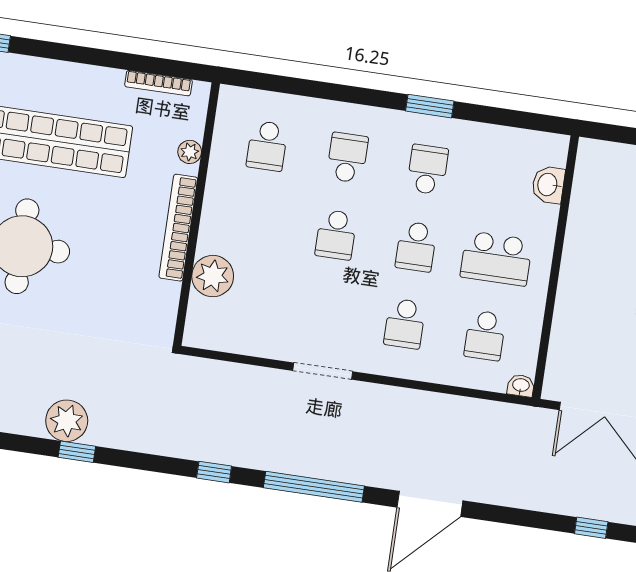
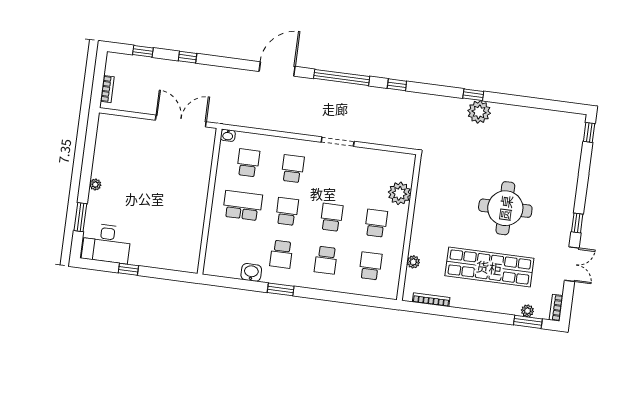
washbasin: (548, 185) -> (251, 272), moved, turned -90
school desk: (256, 223) -> (376, 223), added
bookcase: (178, 228) -> (419, 220), removed

